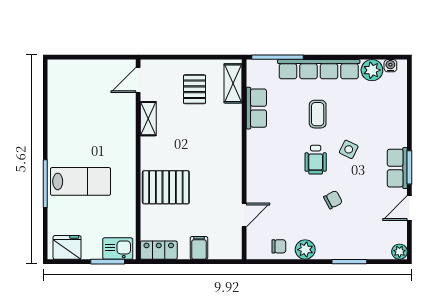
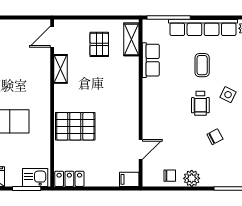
filing cabinet: (199, 248) -> (129, 179), moved, turned -90

